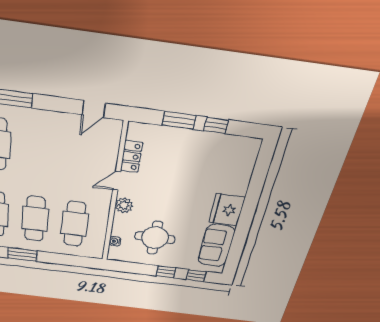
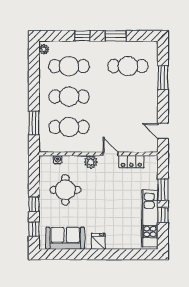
kitchen unit: (216, 143) -> (150, 218), added
fridge: (227, 210) -> (98, 241), width x0.53, depth x0.75
window: (22, 254) -> (34, 123), moved

